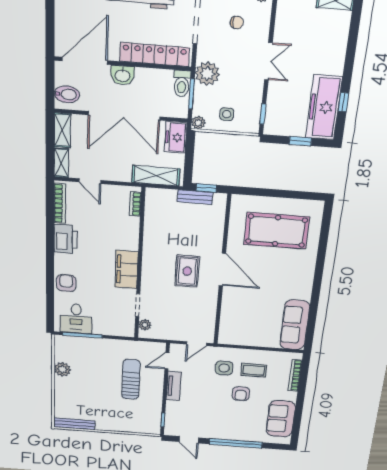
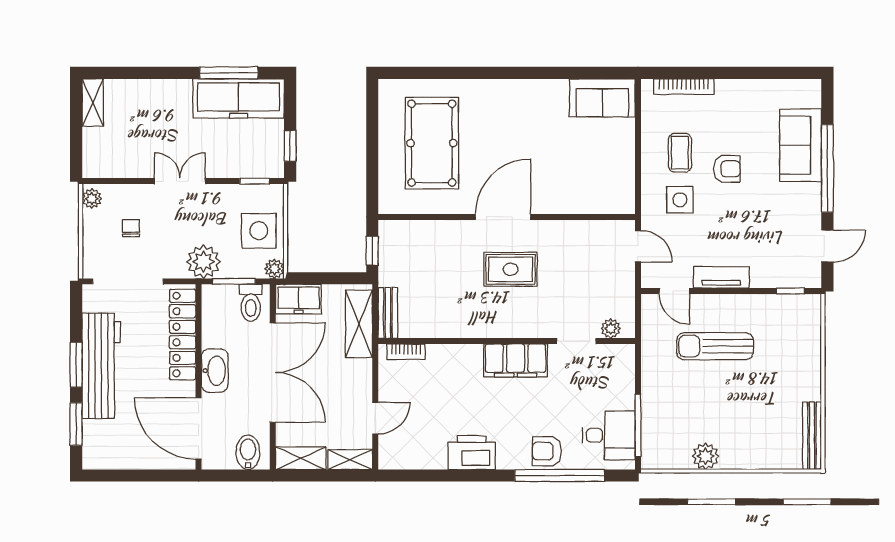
washbasin: (123, 75) -> (215, 371), width x1.38
toilet: (182, 84) -> (251, 303), moved, turned 90
window: (343, 102) -> (229, 73), width x2.17
side table: (227, 114) -> (259, 231), width x1.87, depth x1.87
window: (300, 141) -> (290, 146), moved
bench: (195, 197) -> (388, 313), moved
bookcase: (60, 203) -> (414, 461), removed
window: (50, 289) -> (560, 476), added
sofa: (295, 325) -> (602, 98), width x0.73
sofa: (281, 419) -> (801, 145), moved, turned 90

